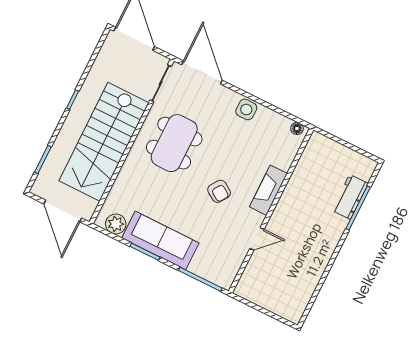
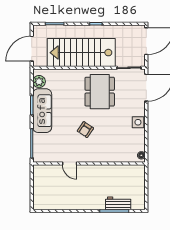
dining table: (174, 143) -> (100, 92), turned 90
fireplace: (268, 190) -> (100, 157), removed

